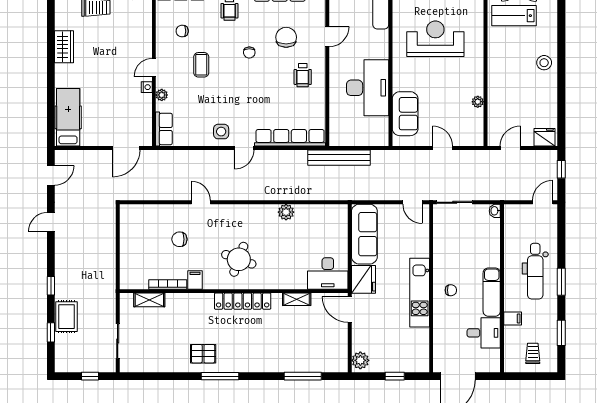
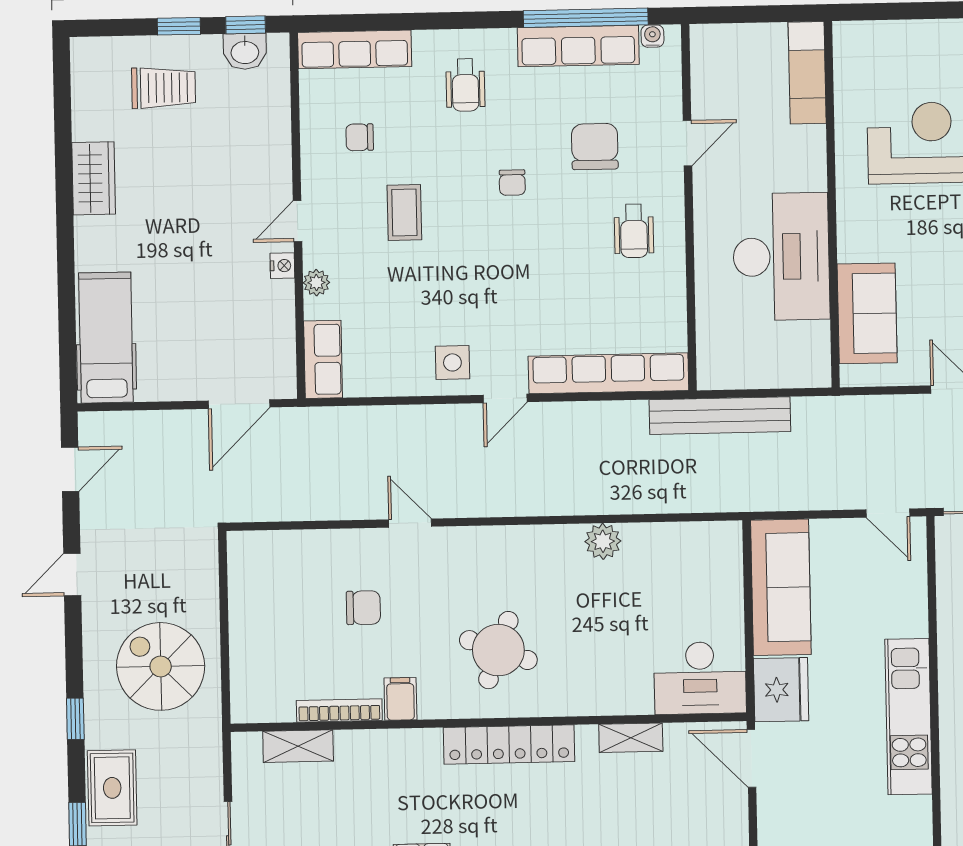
chair: (179, 239) -> (363, 608), turned 180
spiral stairs: (89, 263) -> (161, 666), added

